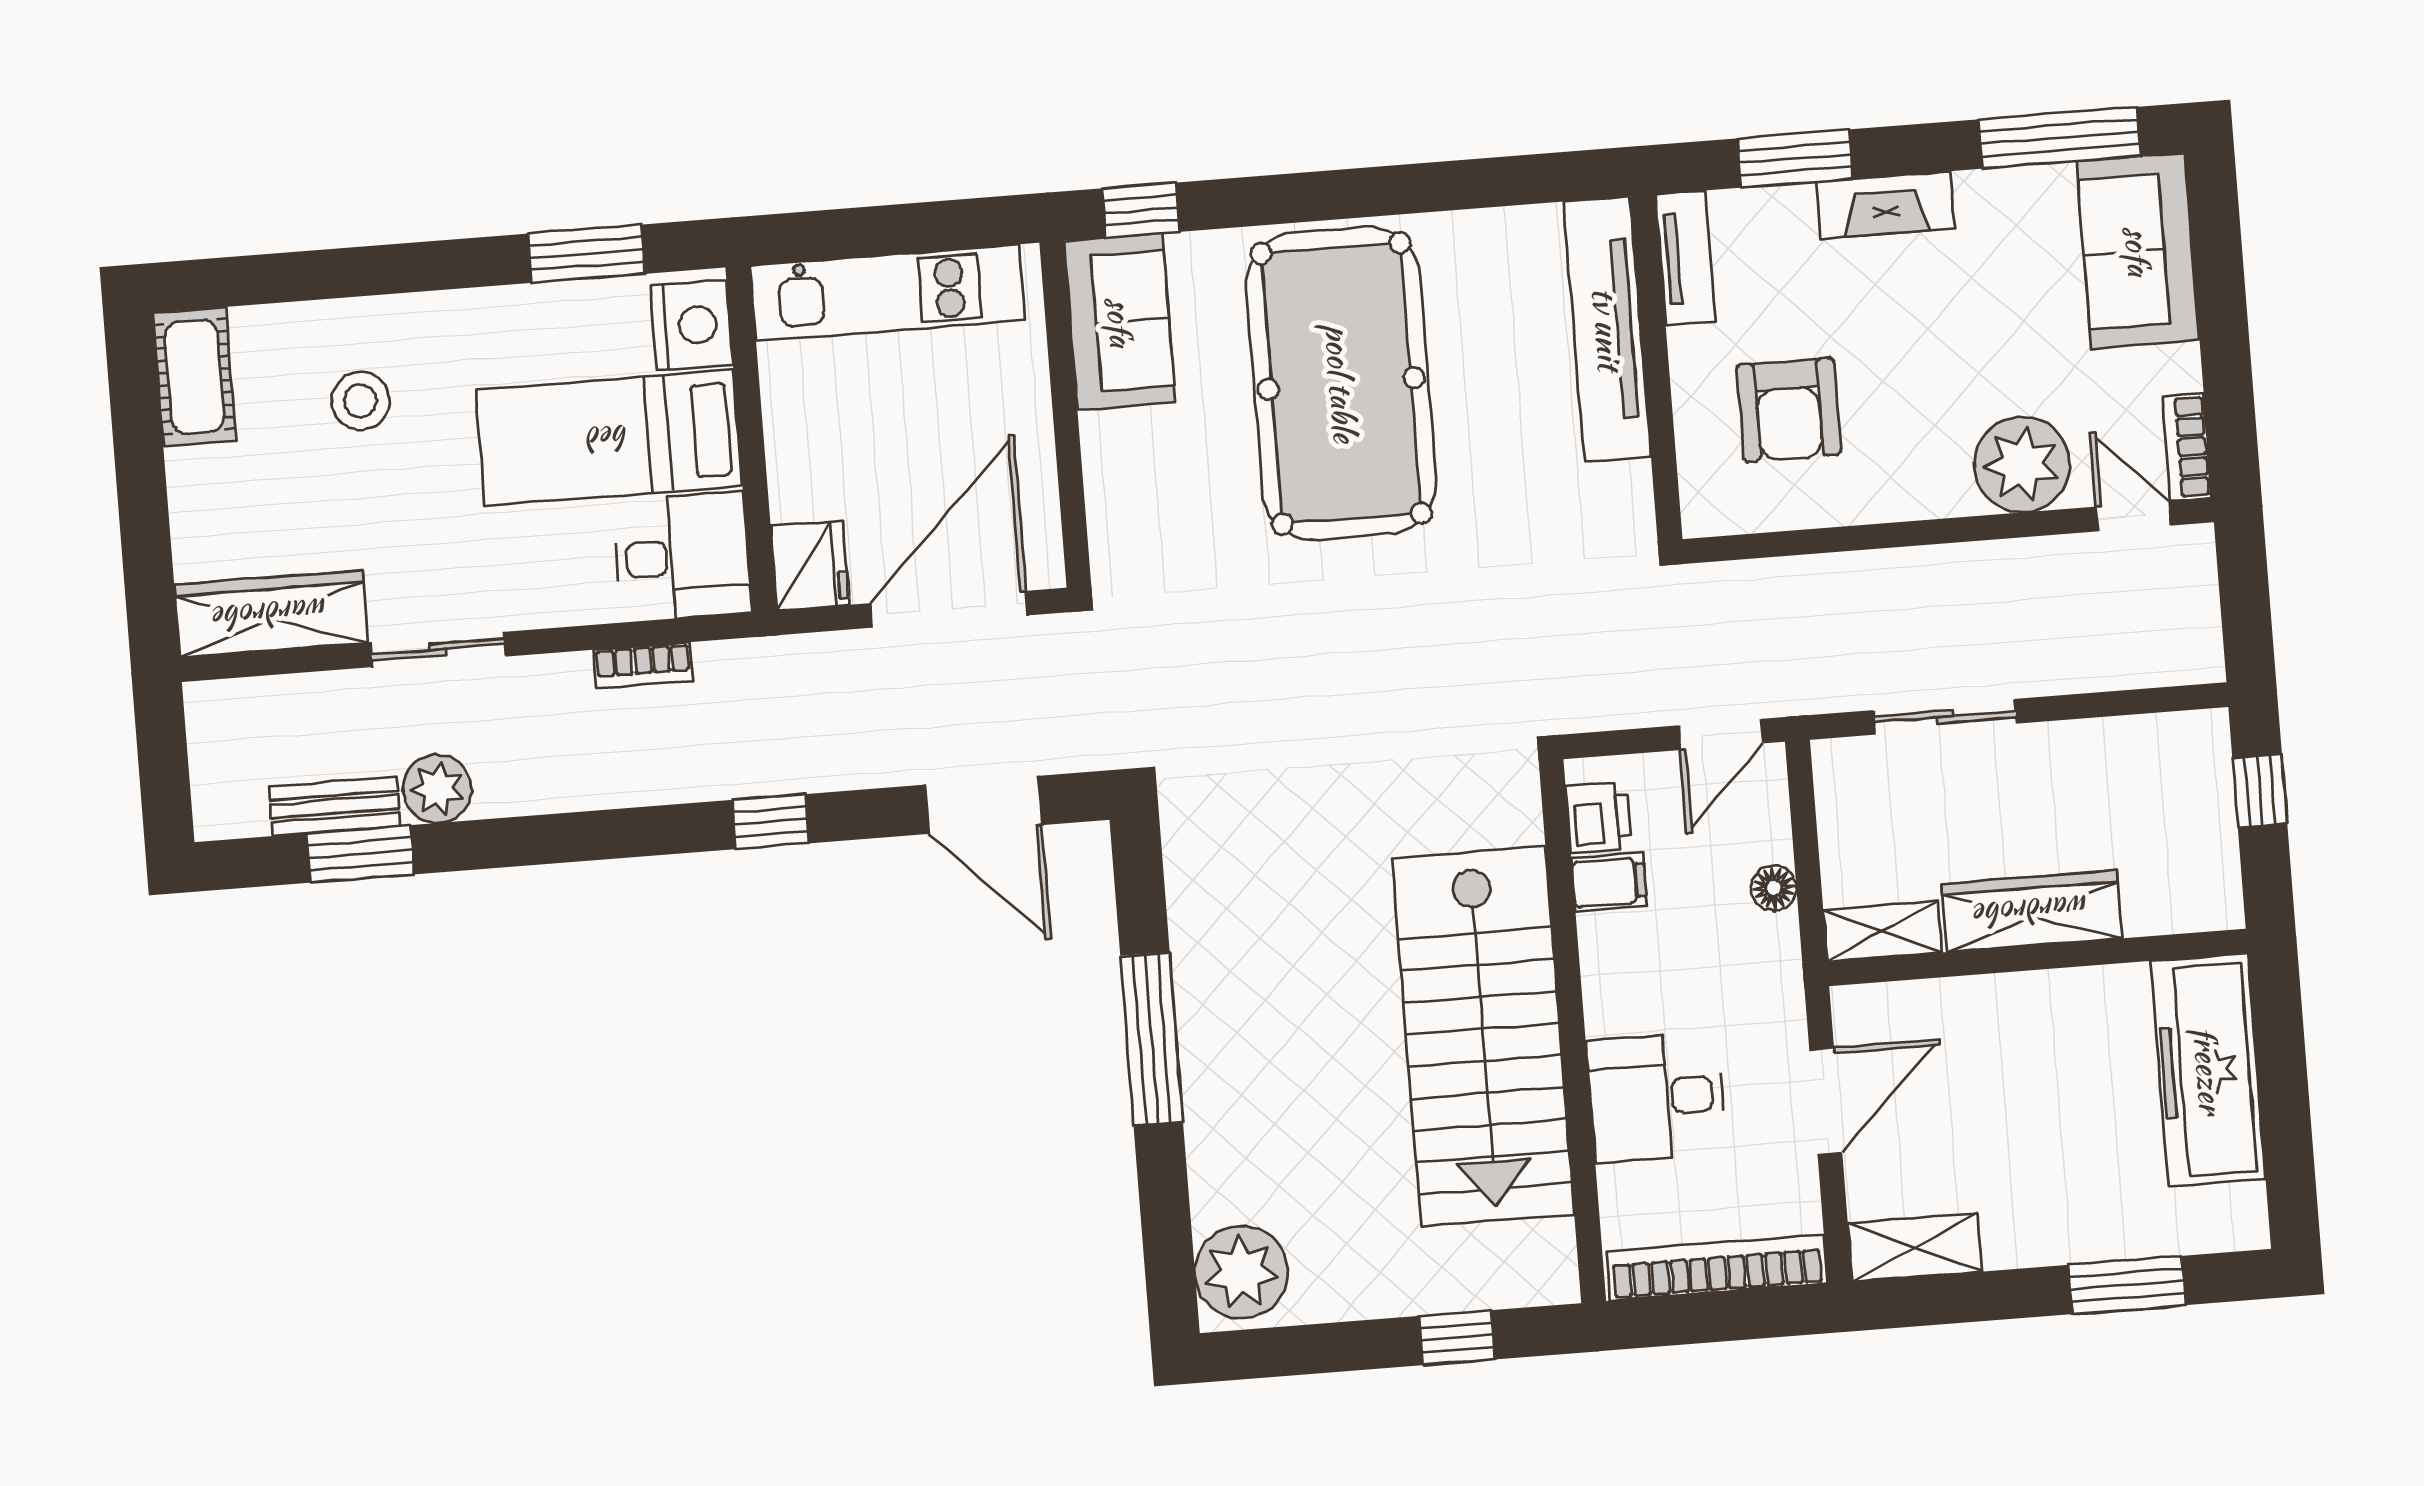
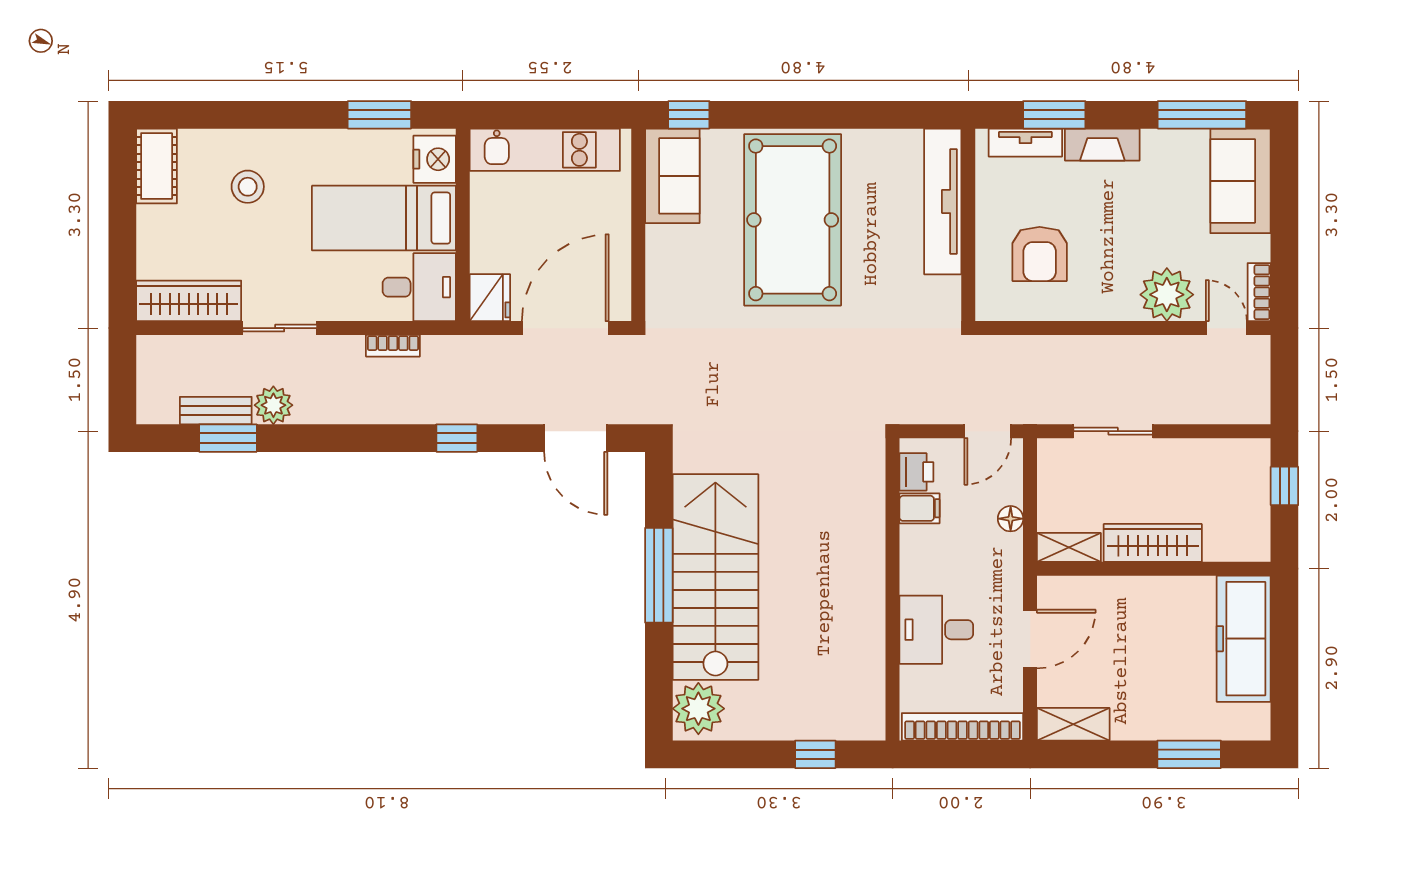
tv unit: (1686, 258) -> (1025, 143), moved, turned 90
stairs: (1483, 1036) -> (715, 577), moved, turned 180

